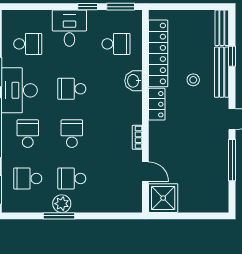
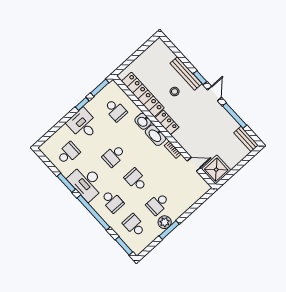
bench: (222, 28) -> (246, 139), moved
school desk: (116, 44) -> (116, 110), turned 90
window: (232, 56) -> (200, 78), moved
washbasin: (133, 107) -> (156, 135), added
school desk: (28, 134) -> (112, 201), turned 180
school desk: (28, 179) -> (134, 225), turned 90

